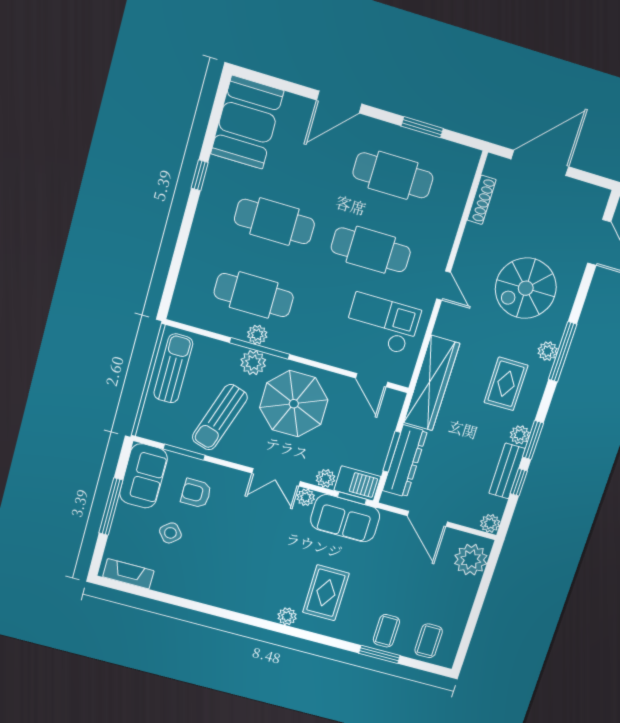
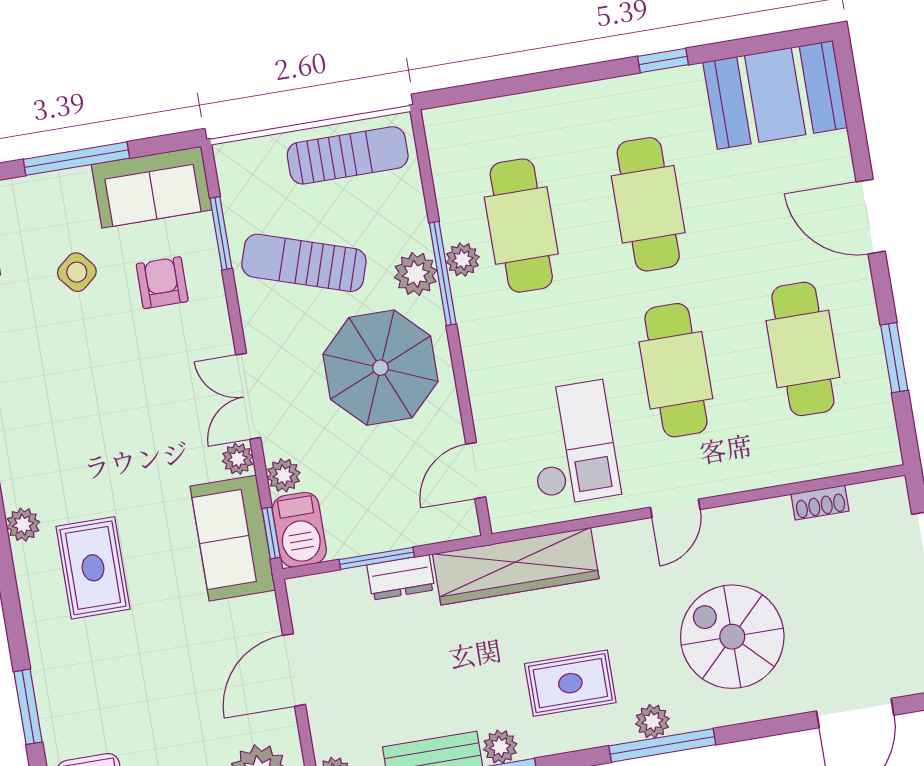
shoe rack: (482, 200) -> (820, 503), width x0.70
dresser: (405, 461) -> (401, 577), width x0.51, depth x0.80
rug: (326, 593) -> (93, 568), turned 90
coffee table: (386, 631) -> (74, 698), removed

